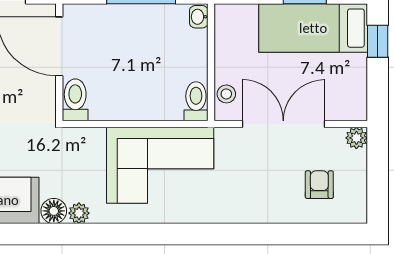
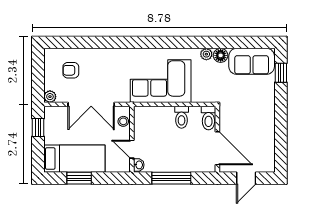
window: (378, 41) -> (38, 128), moved
door: (211, 45) -> (132, 149), added
toilet: (196, 101) -> (182, 117), moved
armchair: (319, 185) -> (71, 70), turned 90

